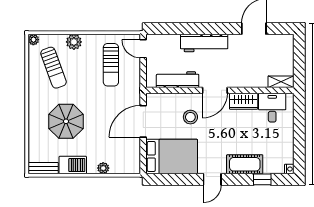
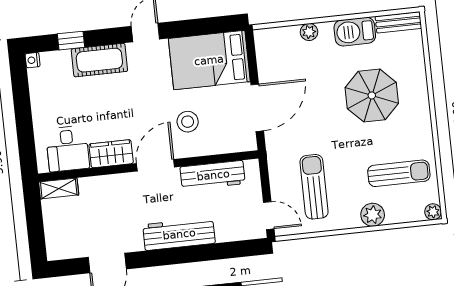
sun lounger: (54, 68) -> (399, 173), turned 110

